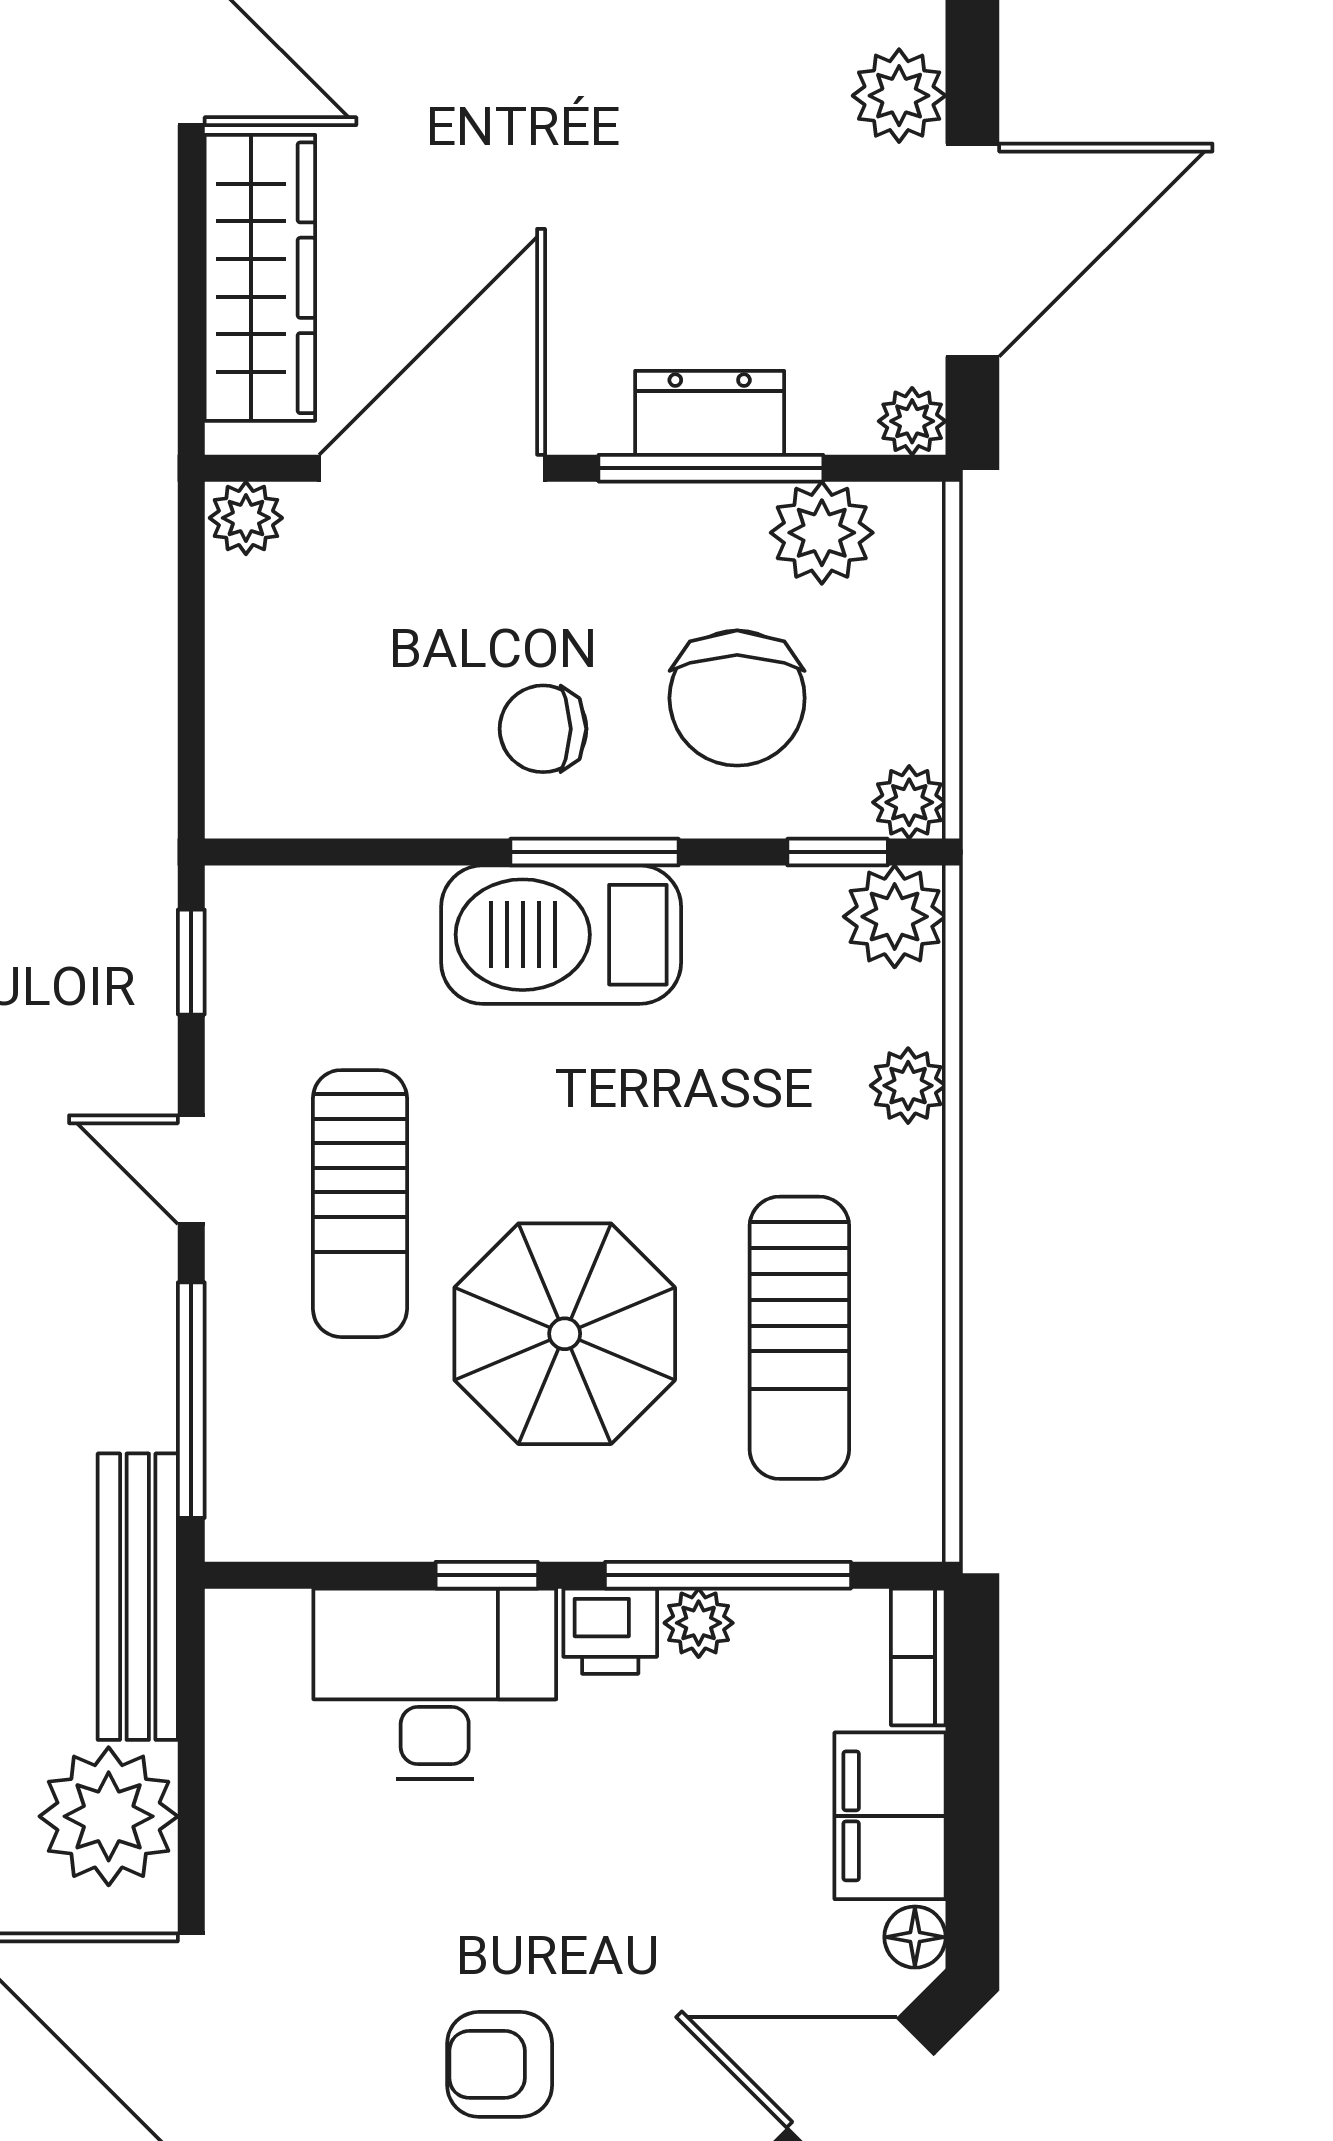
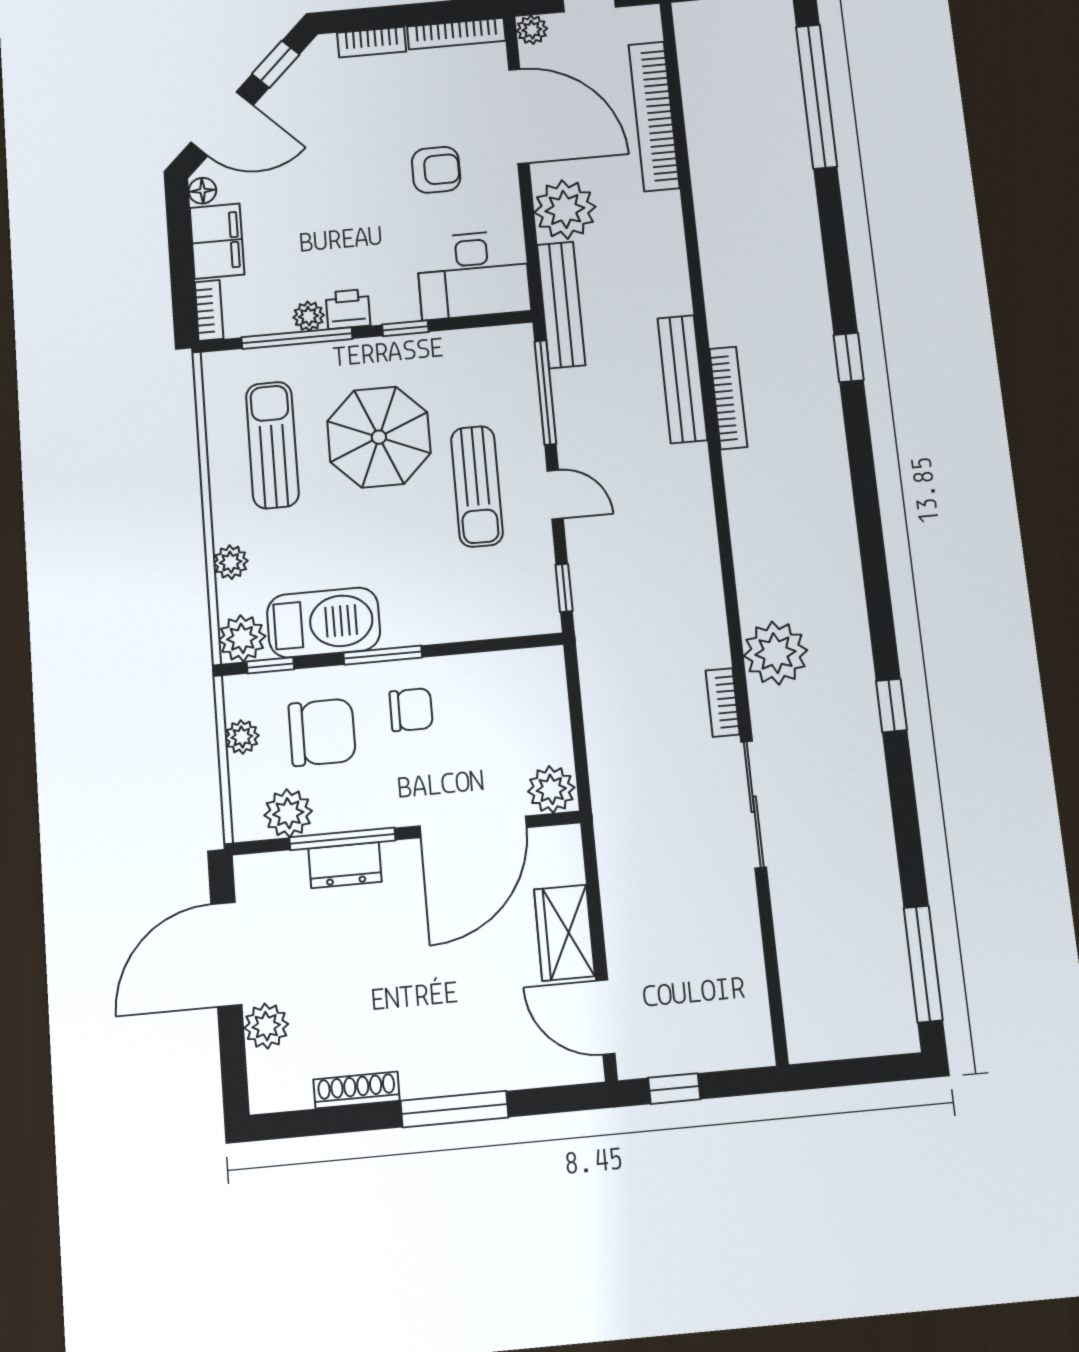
wardrobe: (260, 278) -> (564, 933), width x0.67
plant: (912, 421) -> (249, 870), removed
plant: (246, 518) -> (551, 789), width x1.38, depth x1.38
chair: (737, 698) -> (322, 732), turned 90
plant: (909, 802) -> (242, 737), moved
barbecue: (561, 935) -> (324, 622), moved
sun lounger: (360, 1204) -> (477, 486), turned 180
desk: (435, 1684) -> (473, 275), moved
armchair: (500, 2064) -> (436, 170), moved

